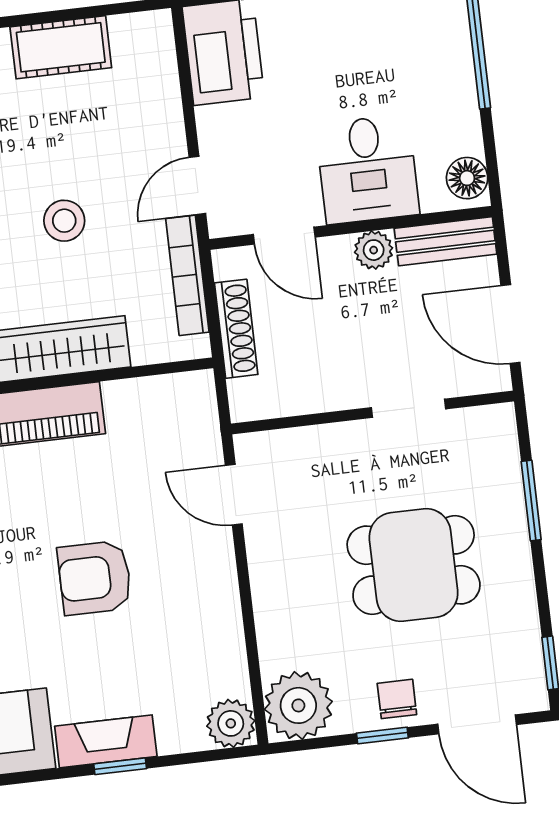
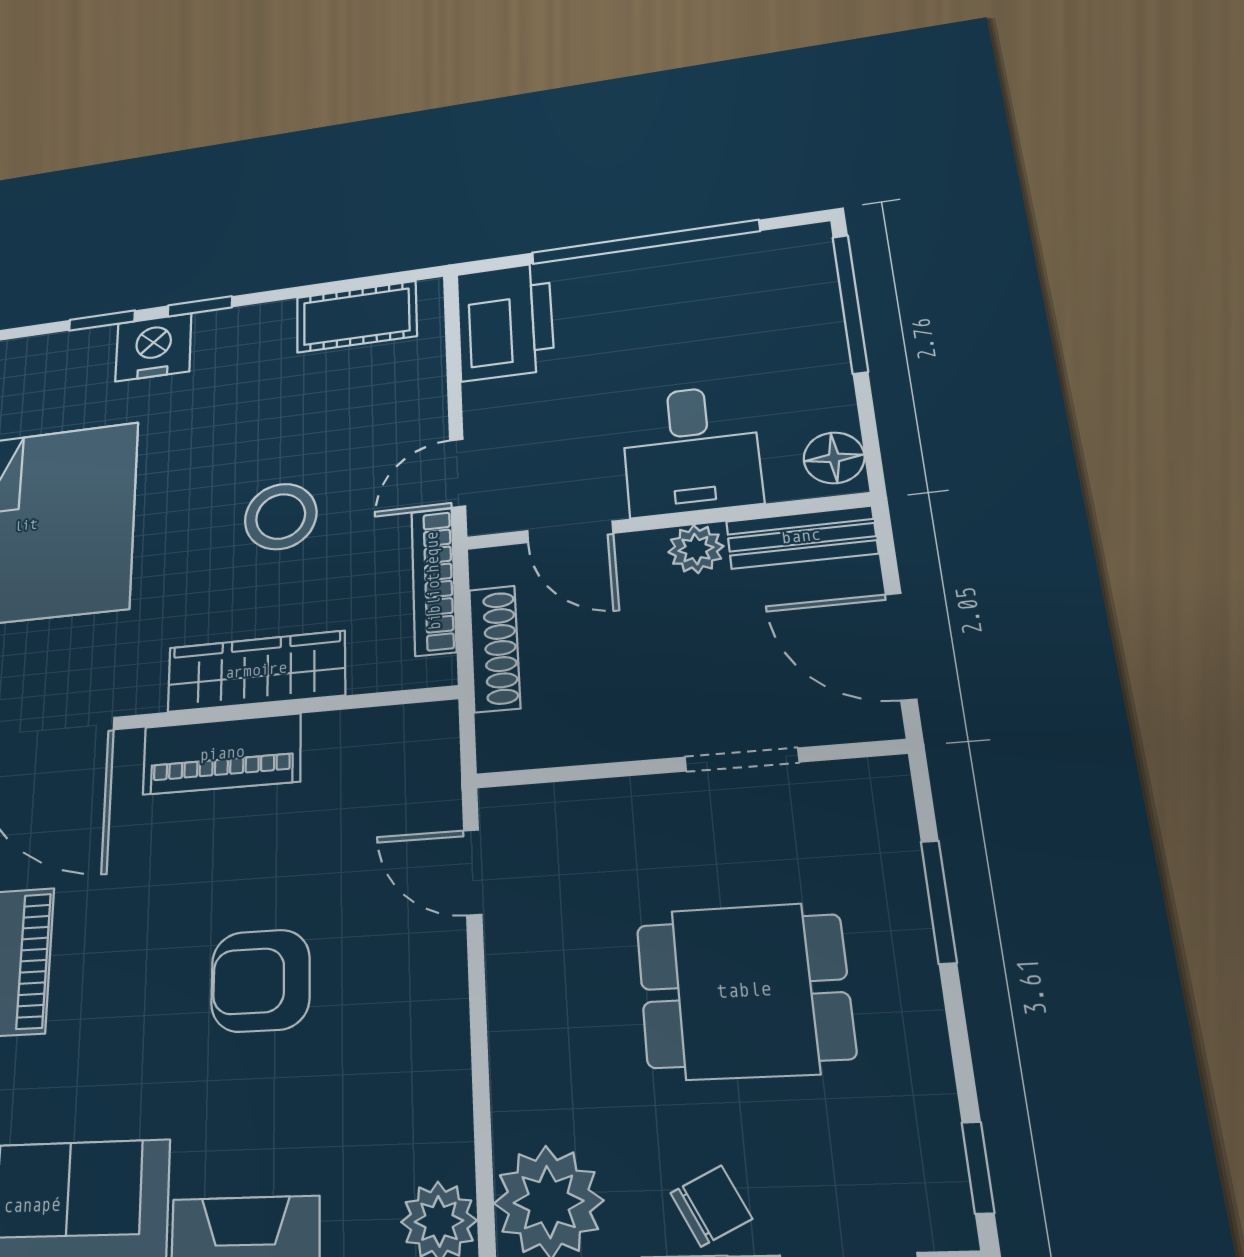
cot: (61, 47) -> (356, 317), moved
stool: (64, 221) -> (281, 517), width x1.38, depth x1.38
chair: (397, 699) -> (711, 1206), turned 64

